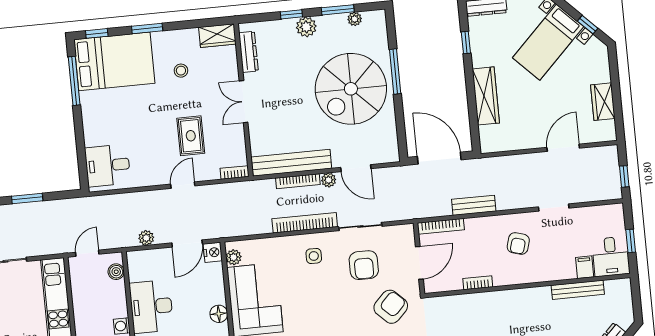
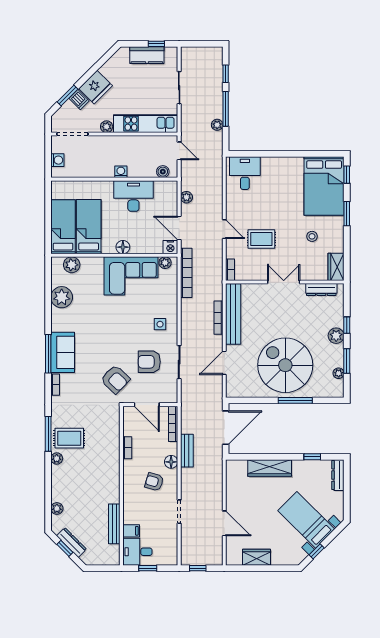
window: (74, 81) -> (312, 154), removed
plant: (329, 180) -> (217, 125), moved
window: (27, 198) -> (226, 109), width x1.44
bookcase: (305, 223) -> (186, 273), moved
floor lamp: (490, 224) -> (171, 462), added

